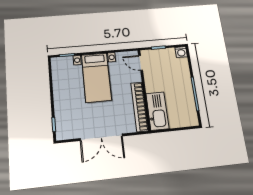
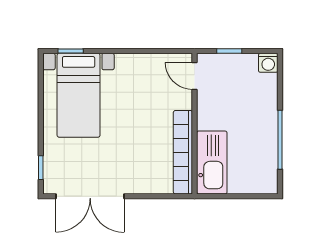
bed with nightstands: (96, 77) -> (79, 95), moved
double door: (101, 137) -> (90, 196), moved

